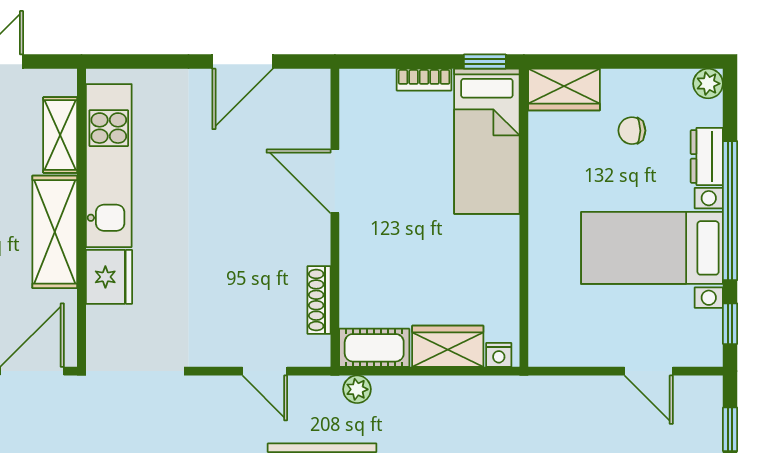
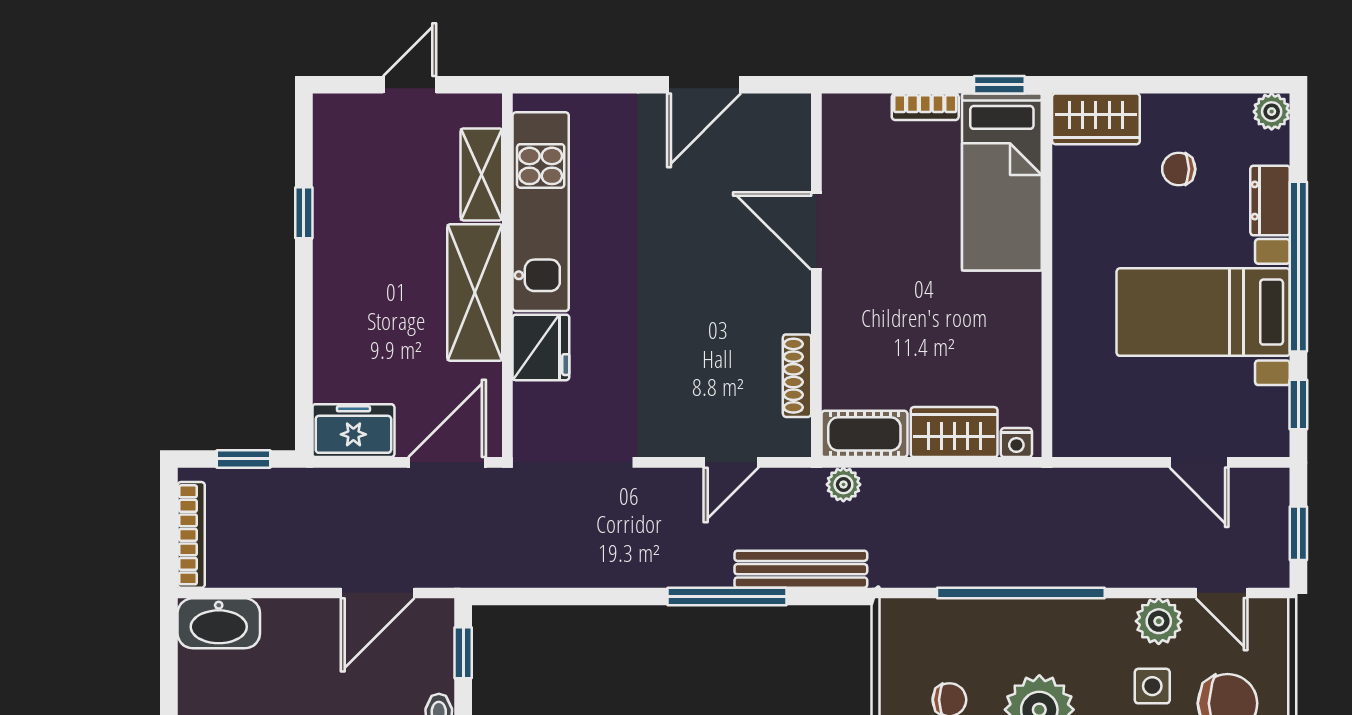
door: (265, 371) -> (731, 462), hinge flipped

